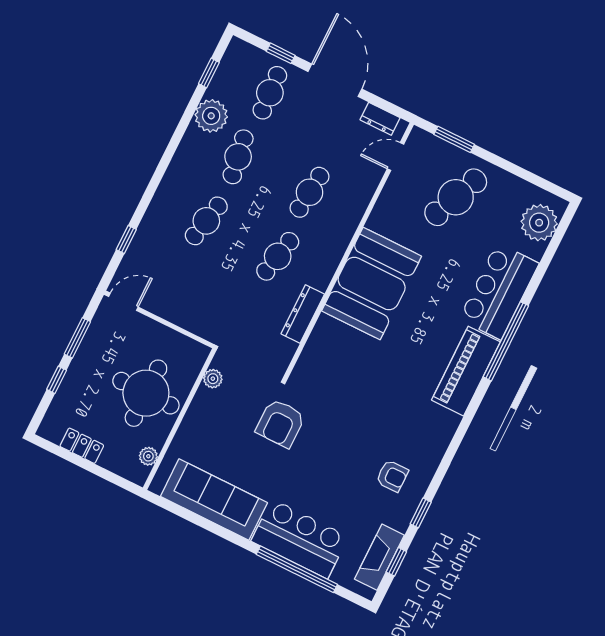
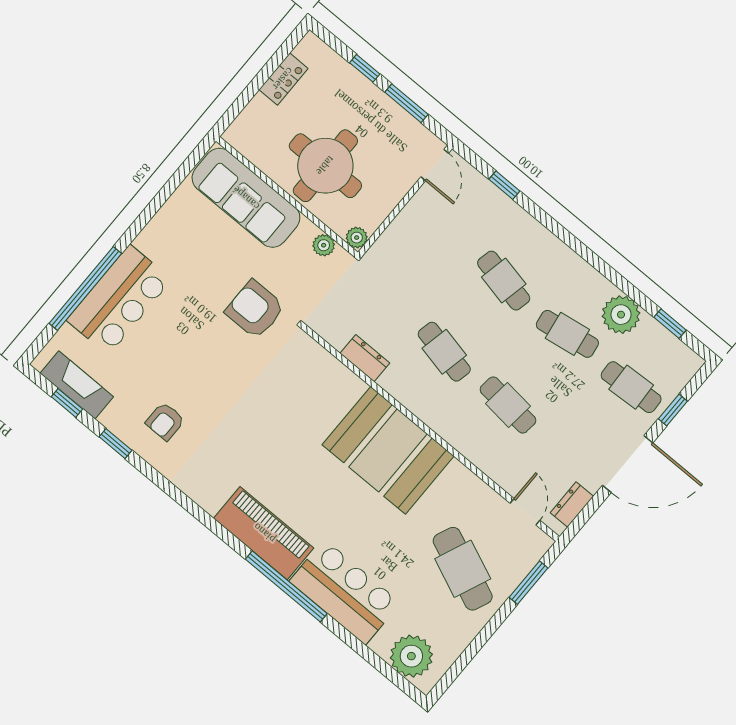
dresser: (303, 314) -> (365, 358), width x0.70
plant: (148, 456) -> (357, 238), moved
sofa: (214, 499) -> (246, 198), moved, turned 90

